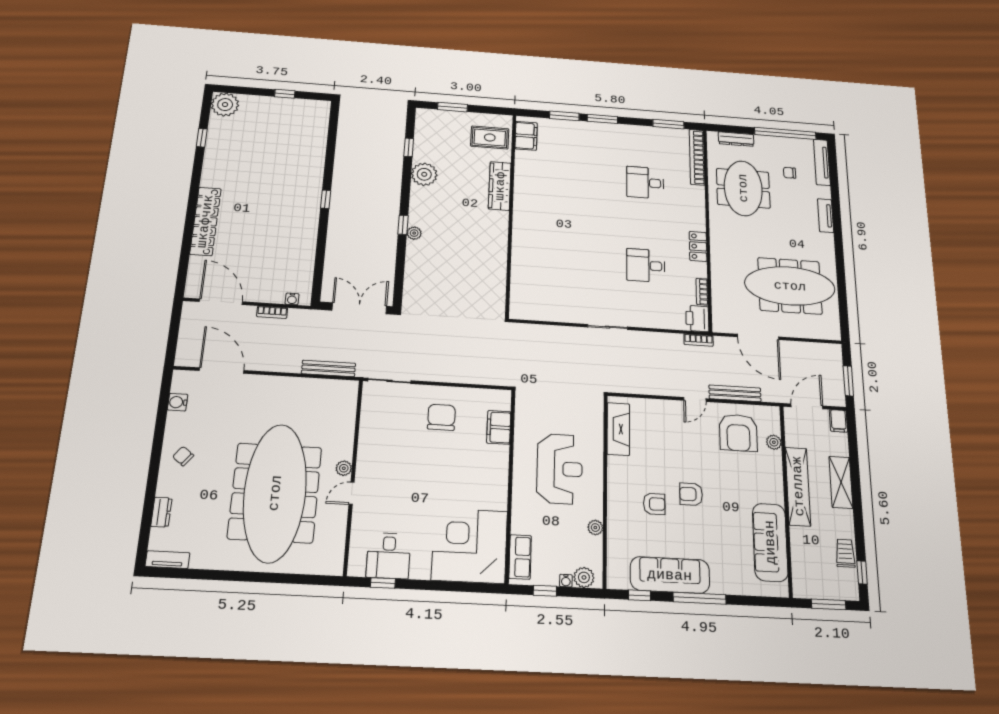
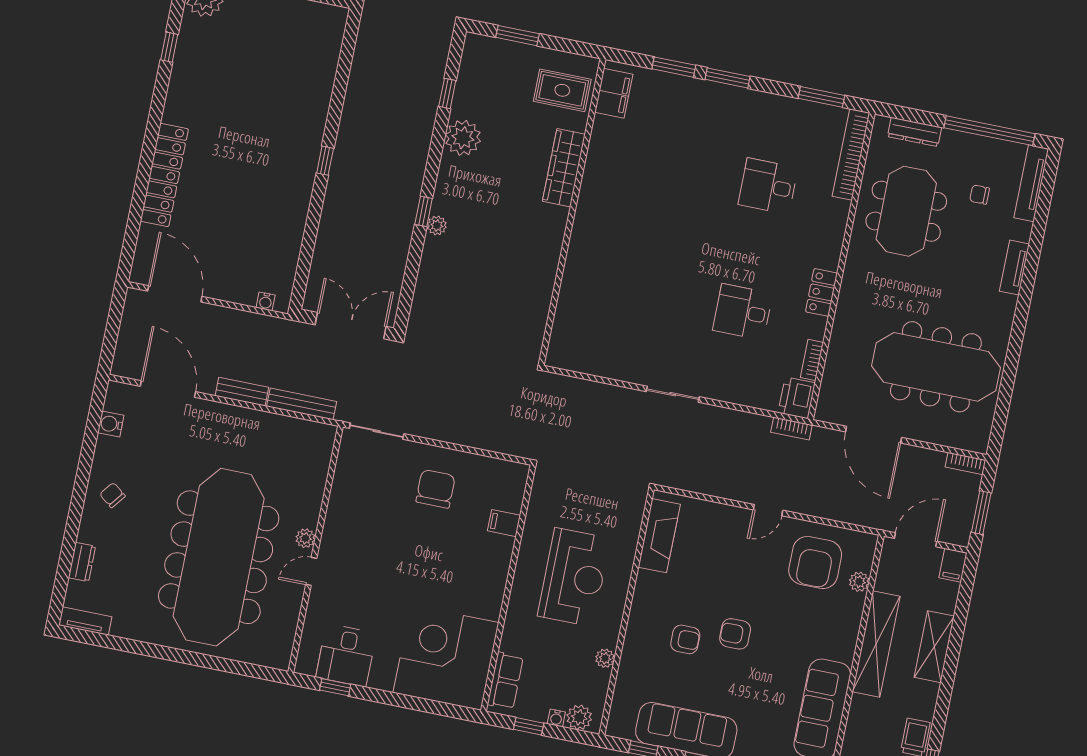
bookcase: (272, 312) -> (966, 463), moved
bench: (735, 393) -> (242, 392), moved, width x0.73
filing cabinet: (499, 427) -> (504, 523), width x0.50

